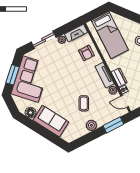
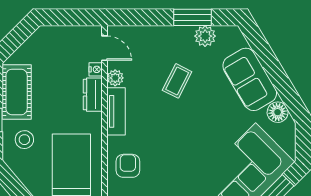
plant: (91, 125) -> (205, 36), moved
window: (113, 125) -> (192, 17), moved

